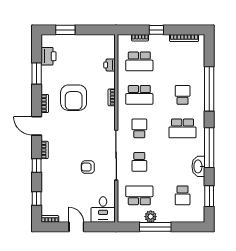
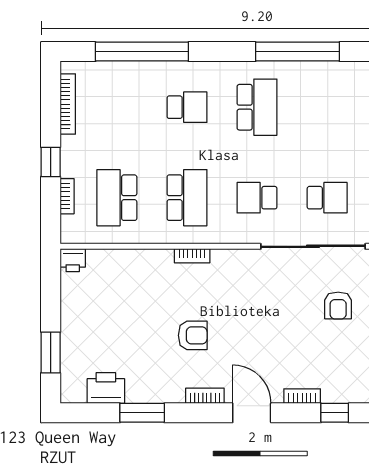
school desk: (139, 61) -> (117, 198), turned 180
printer: (109, 65) -> (73, 260), moved
window: (209, 89) -> (142, 52), moved
school desk: (183, 95) -> (187, 107), turned 180
armchair: (74, 98) -> (193, 335), width x0.53, depth x0.53
door: (37, 126) -> (252, 413), swing flipped
washbasin: (198, 166) -> (337, 74), removed

